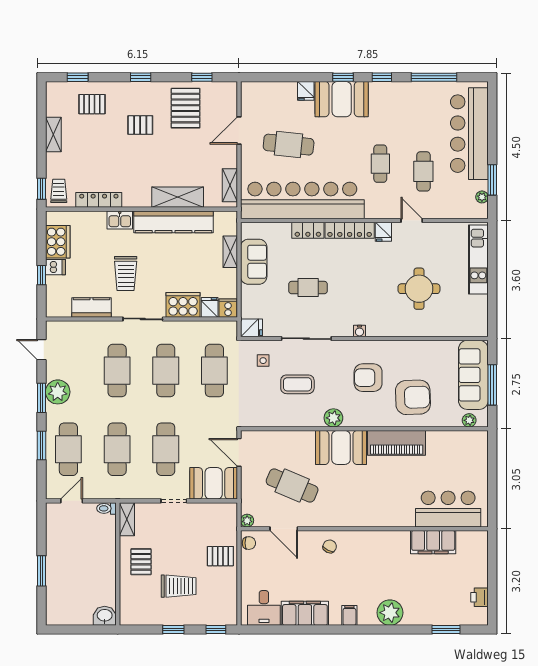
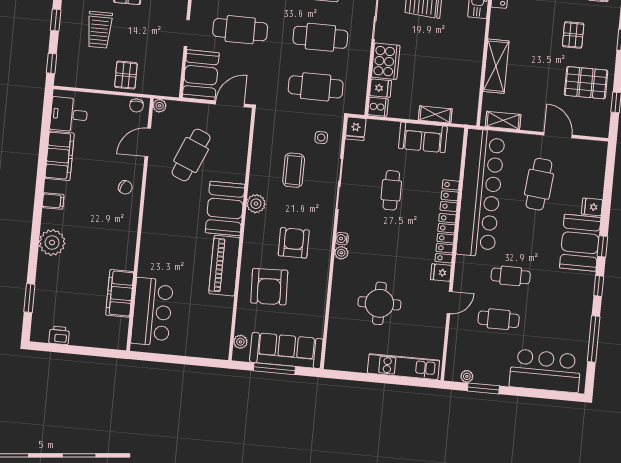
bar counter: (469, 134) -> (545, 371), width x0.73
kitchen counter: (173, 222) -> (471, 59), removed
plant: (373, 330) -> (341, 253), added

